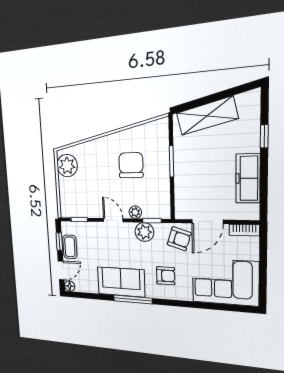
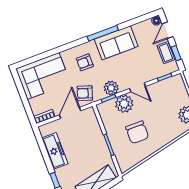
plant: (135, 212) -> (124, 104), width x1.87, depth x1.87

